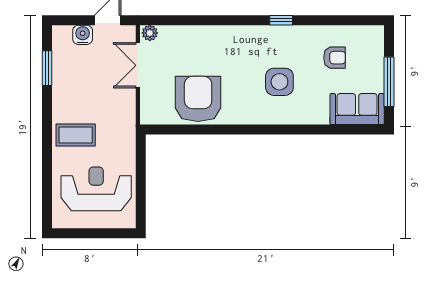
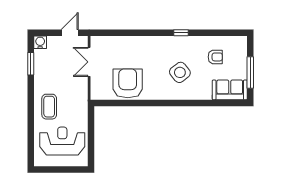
plant: (150, 33) -> (97, 41), removed
water cooler: (83, 35) -> (40, 42), moved
side table: (279, 82) -> (180, 72), turned -38
coffee table: (76, 135) -> (49, 107), turned 90

